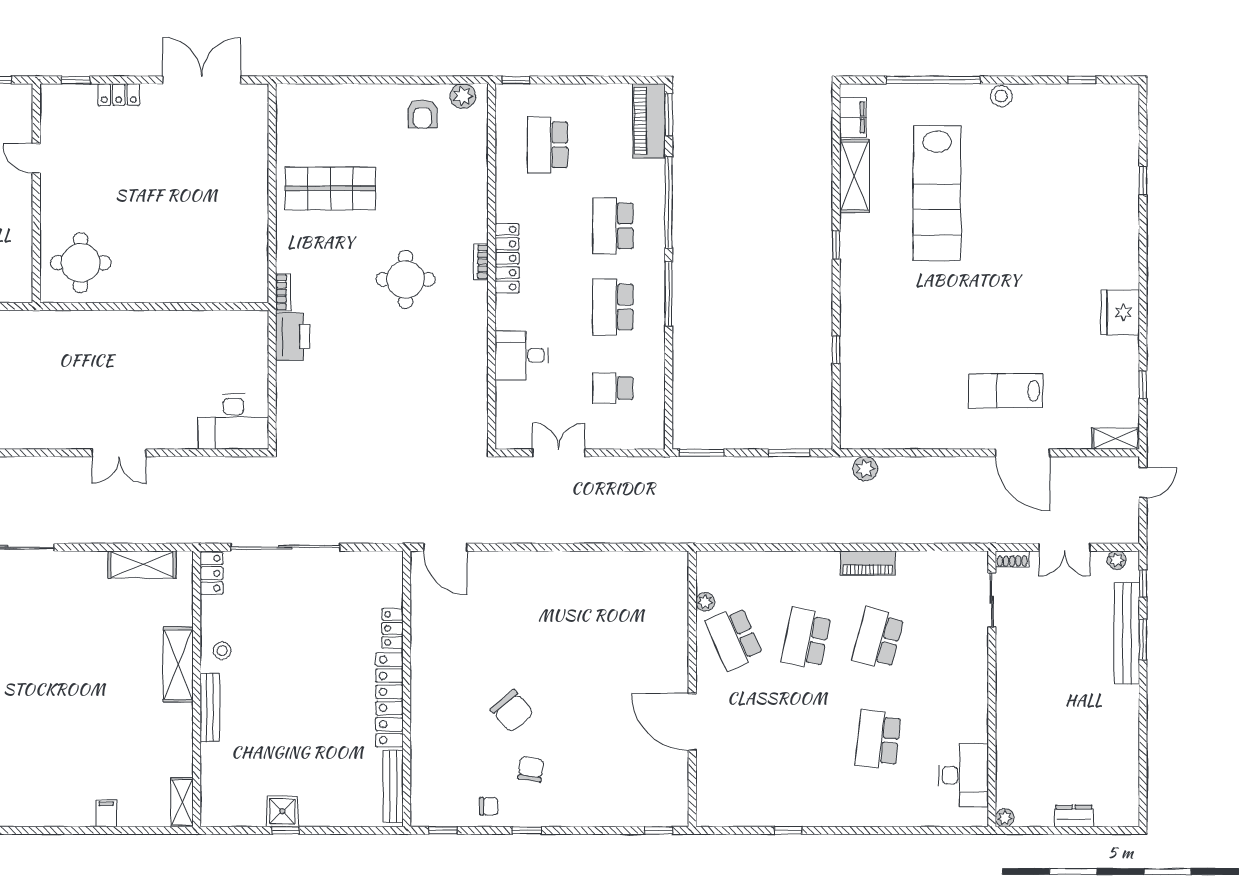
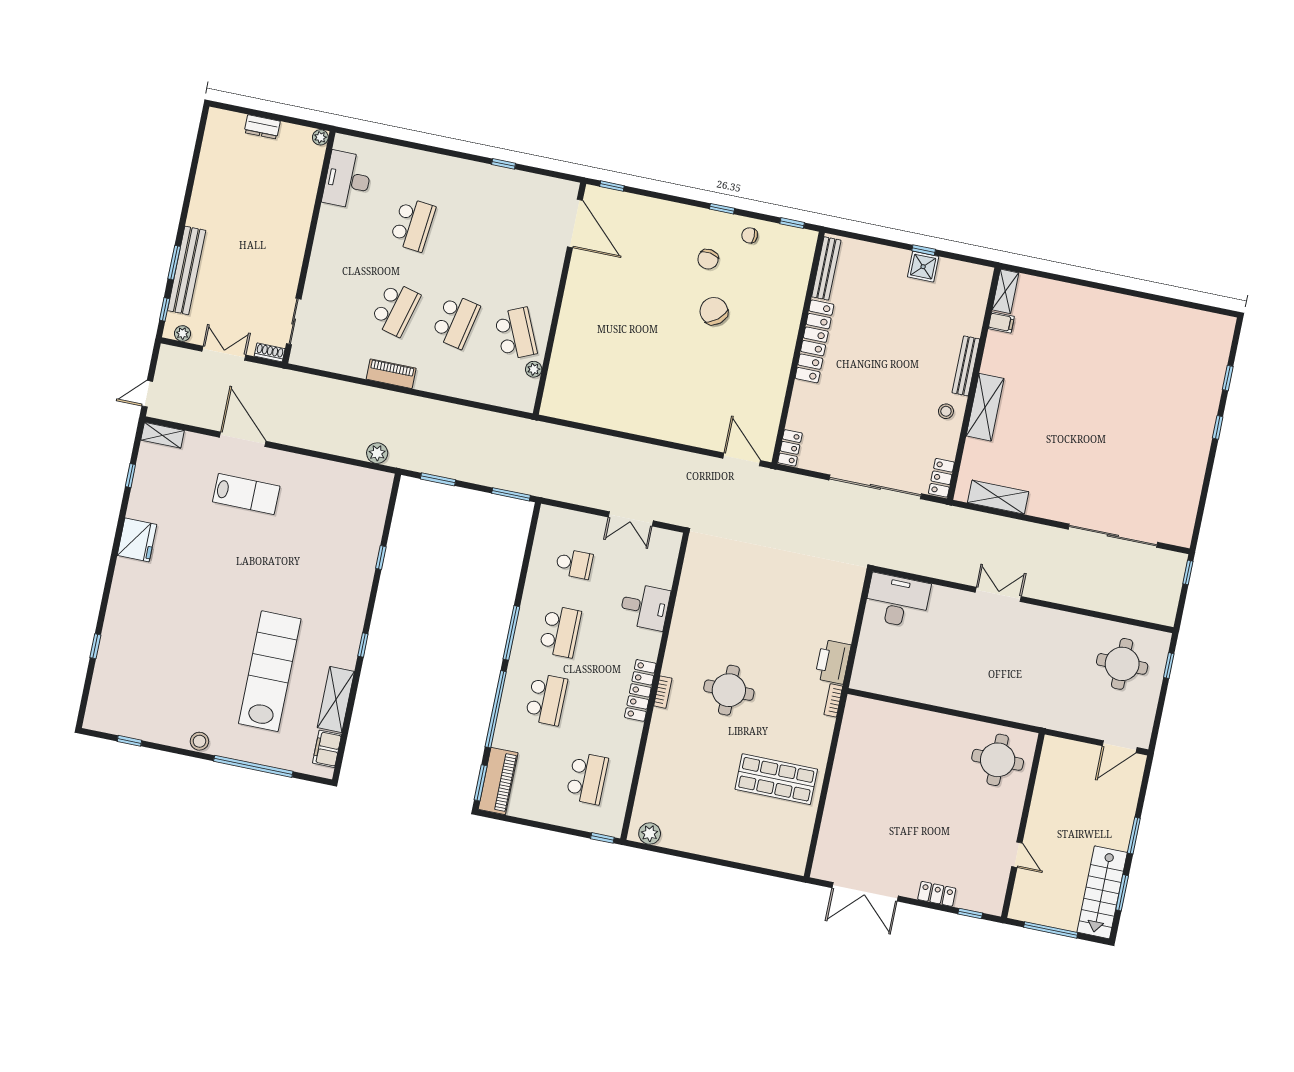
armchair: (423, 114) -> (686, 826), removed
locker: (392, 628) -> (790, 448), moved
door: (692, 722) -> (575, 223), moved
filing cabinet: (106, 813) -> (1001, 322), moved, turned -90

